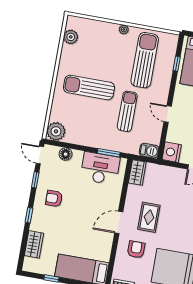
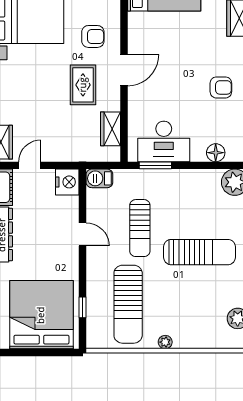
wardrobe: (137, 173) -> (110, 129), moved
armchair: (136, 249) -> (93, 36), turned -90

